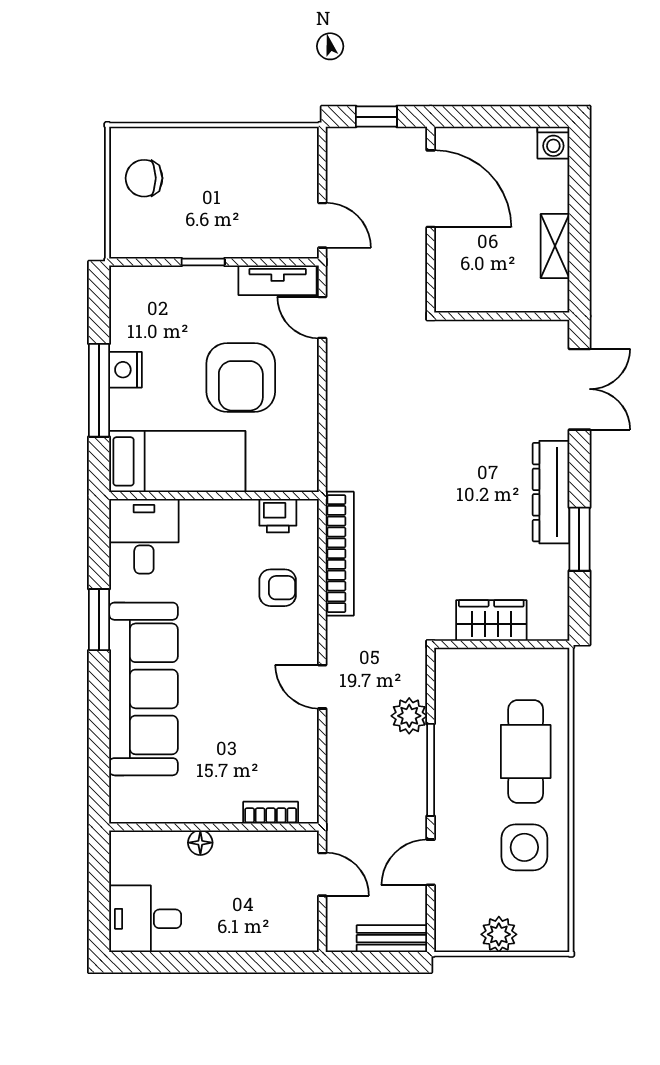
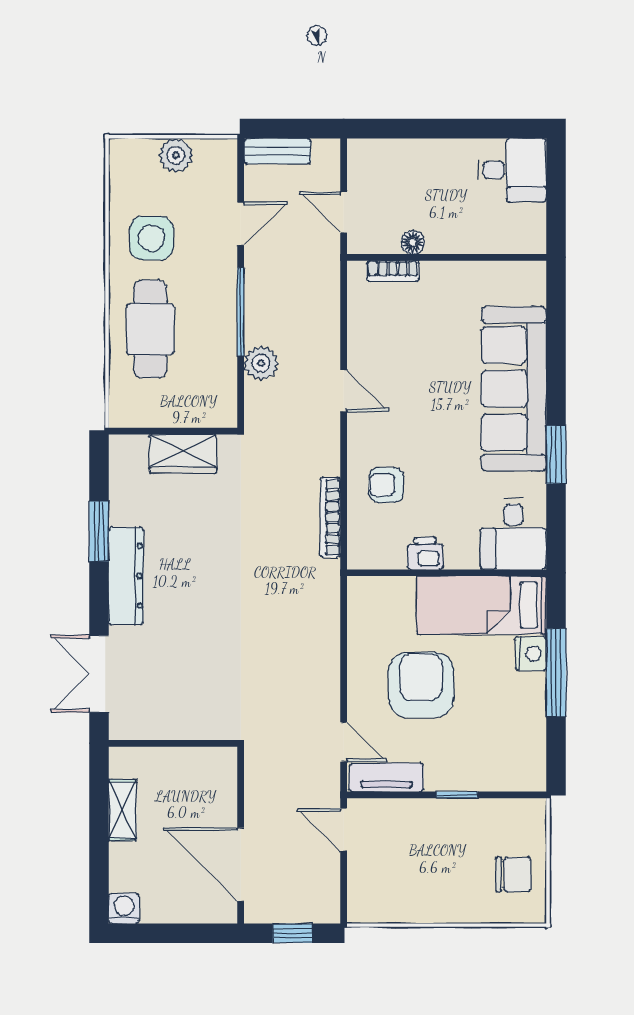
nightstand: (126, 370) -> (531, 654), moved
printer: (278, 516) -> (425, 554), moved
bookcase: (340, 554) -> (330, 517), width x0.68, depth x0.76
floor lamp: (200, 843) -> (413, 242), moved

